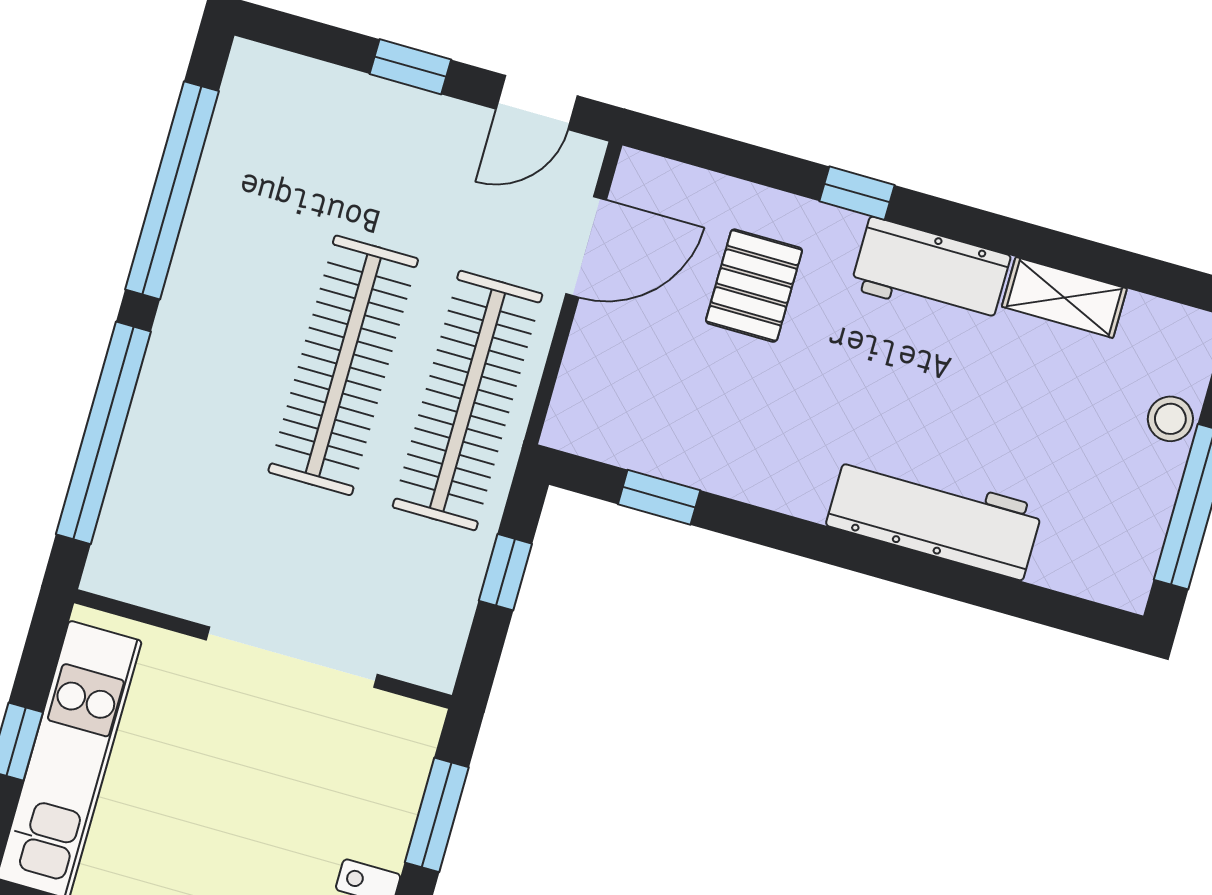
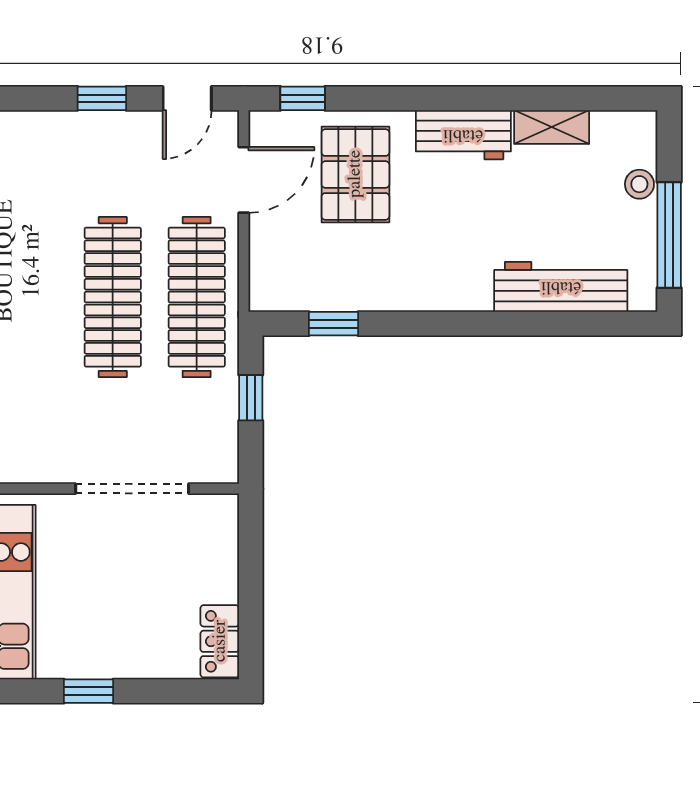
window: (857, 193) -> (303, 98), moved
pallet: (754, 286) -> (355, 174), width x1.50, depth x1.42
workbench: (934, 516) -> (561, 287), moved
window: (437, 815) -> (251, 562), removed

